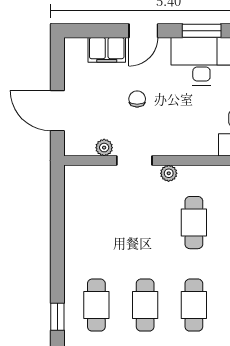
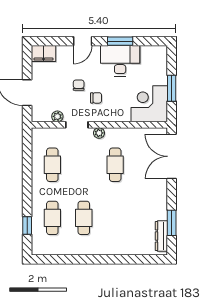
filing cabinet: (107, 50) -> (44, 53), moved
chair: (164, 119) -> (96, 98), added
cafe table: (194, 305) -> (52, 165), moved

